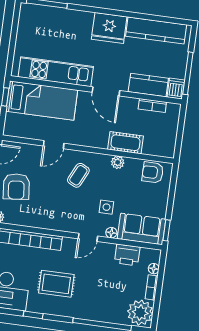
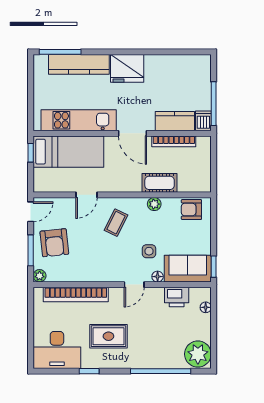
kitchen counter: (156, 30) -> (79, 64), moved
bookcase: (152, 106) -> (174, 141), width x1.56
bookcase: (152, 287) -> (206, 327), removed

